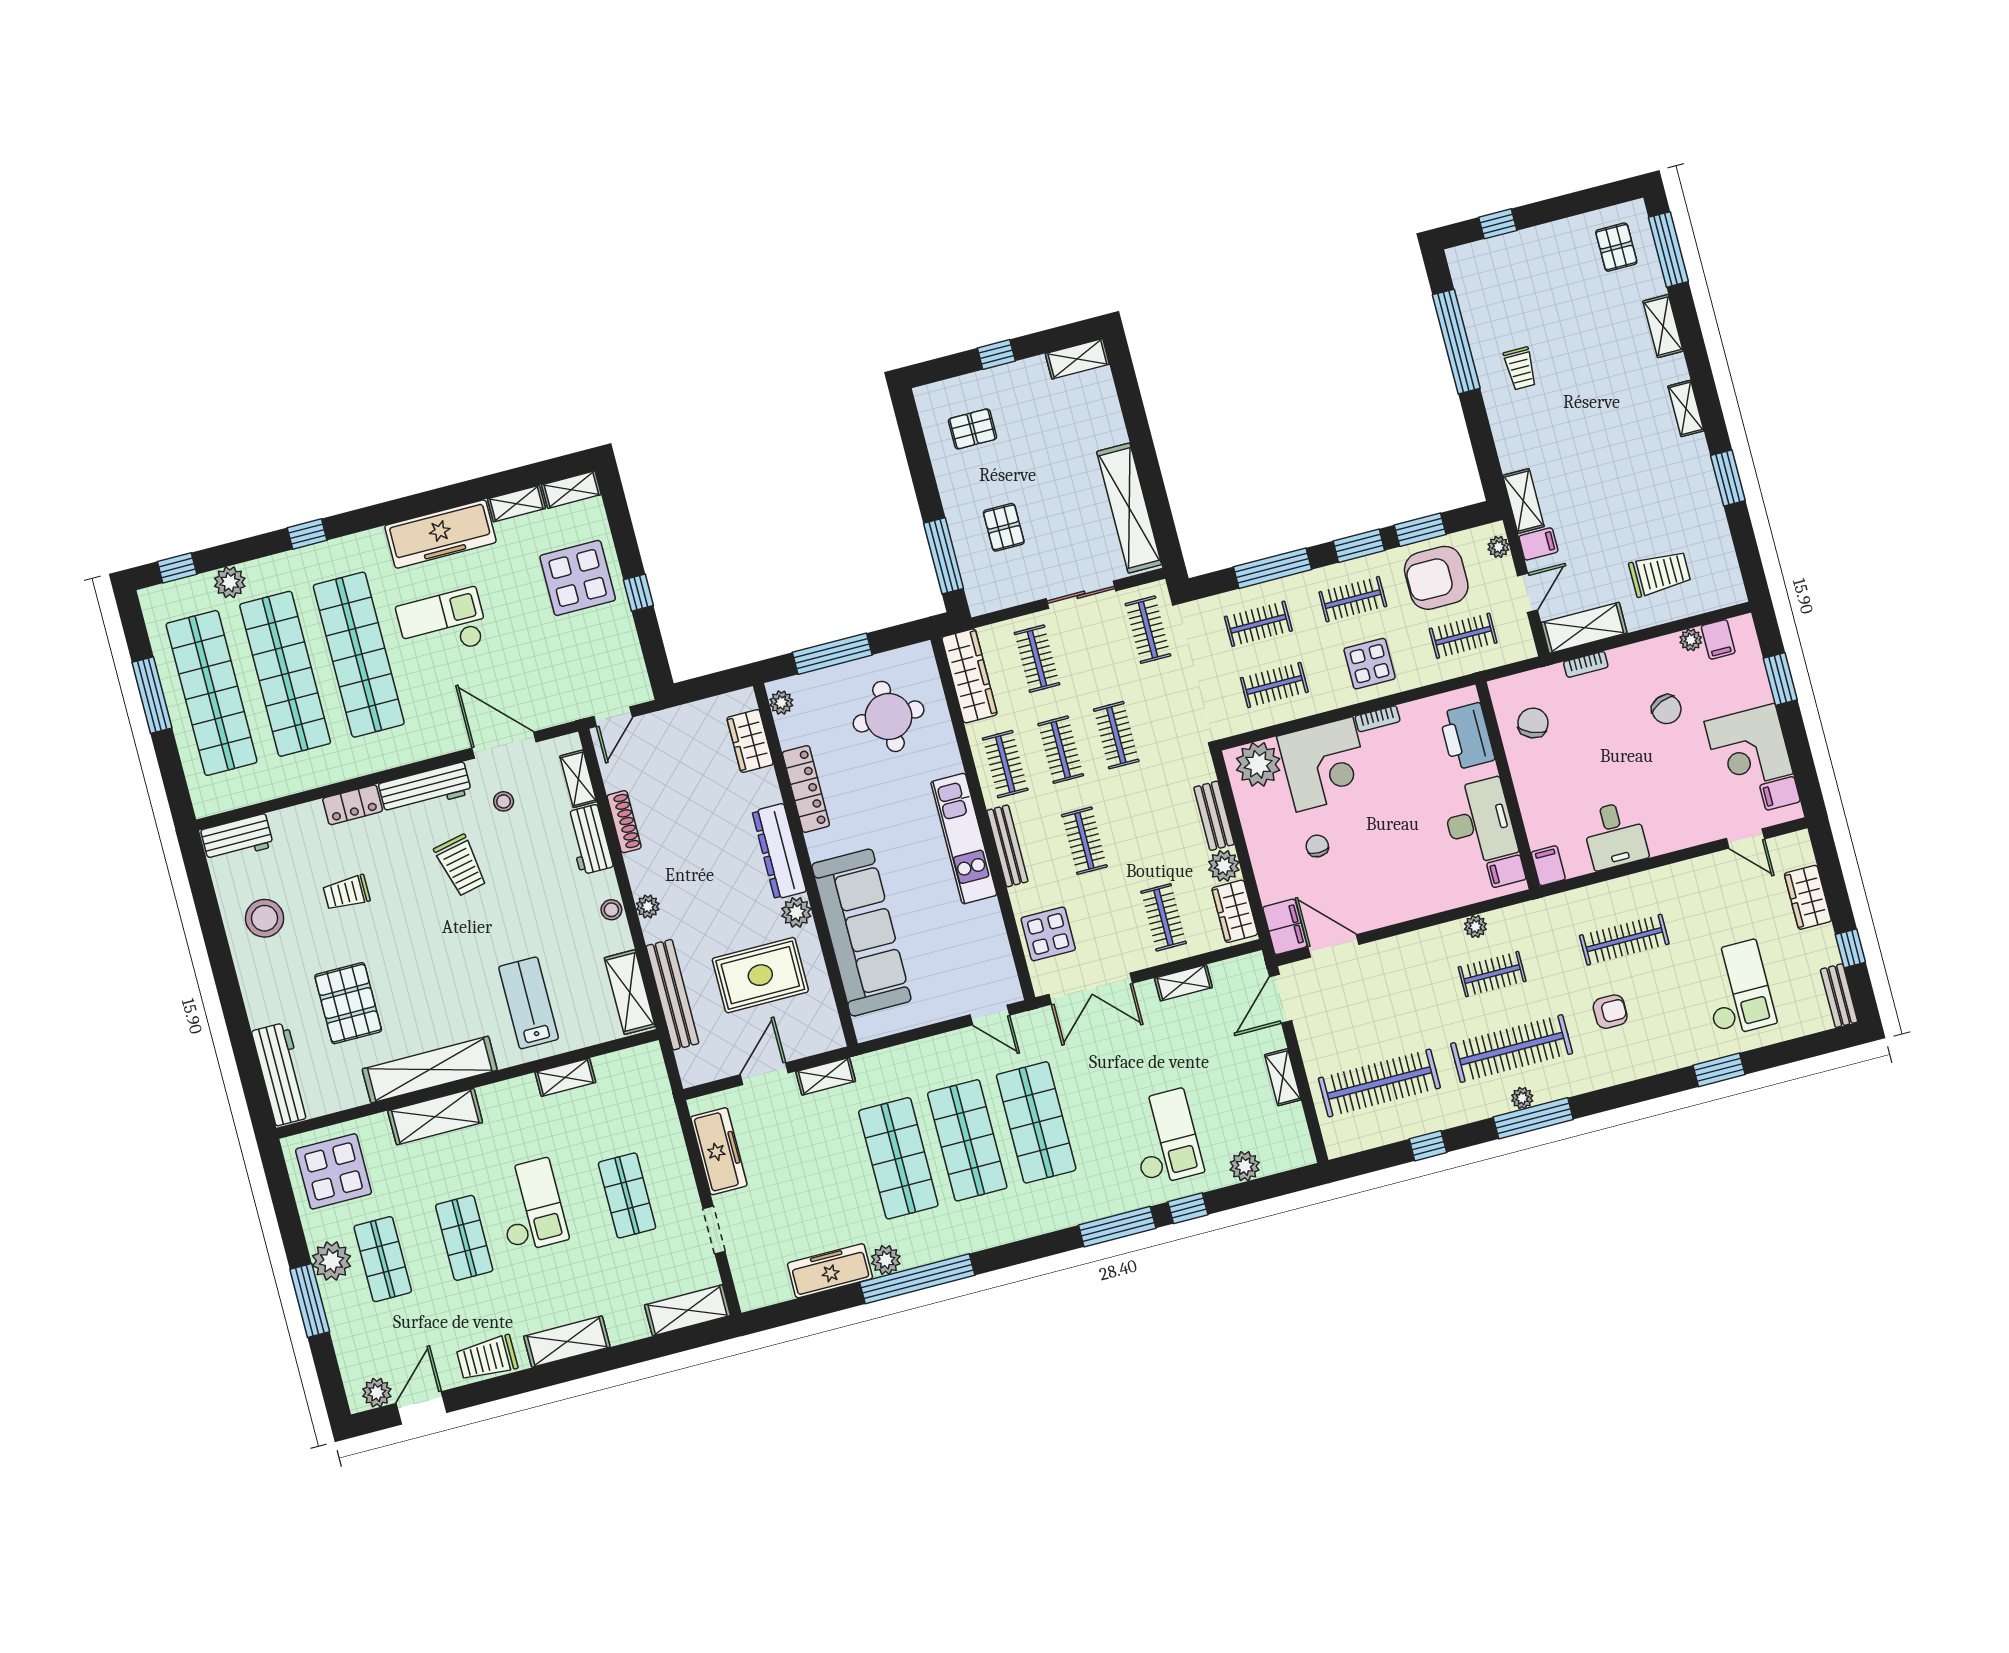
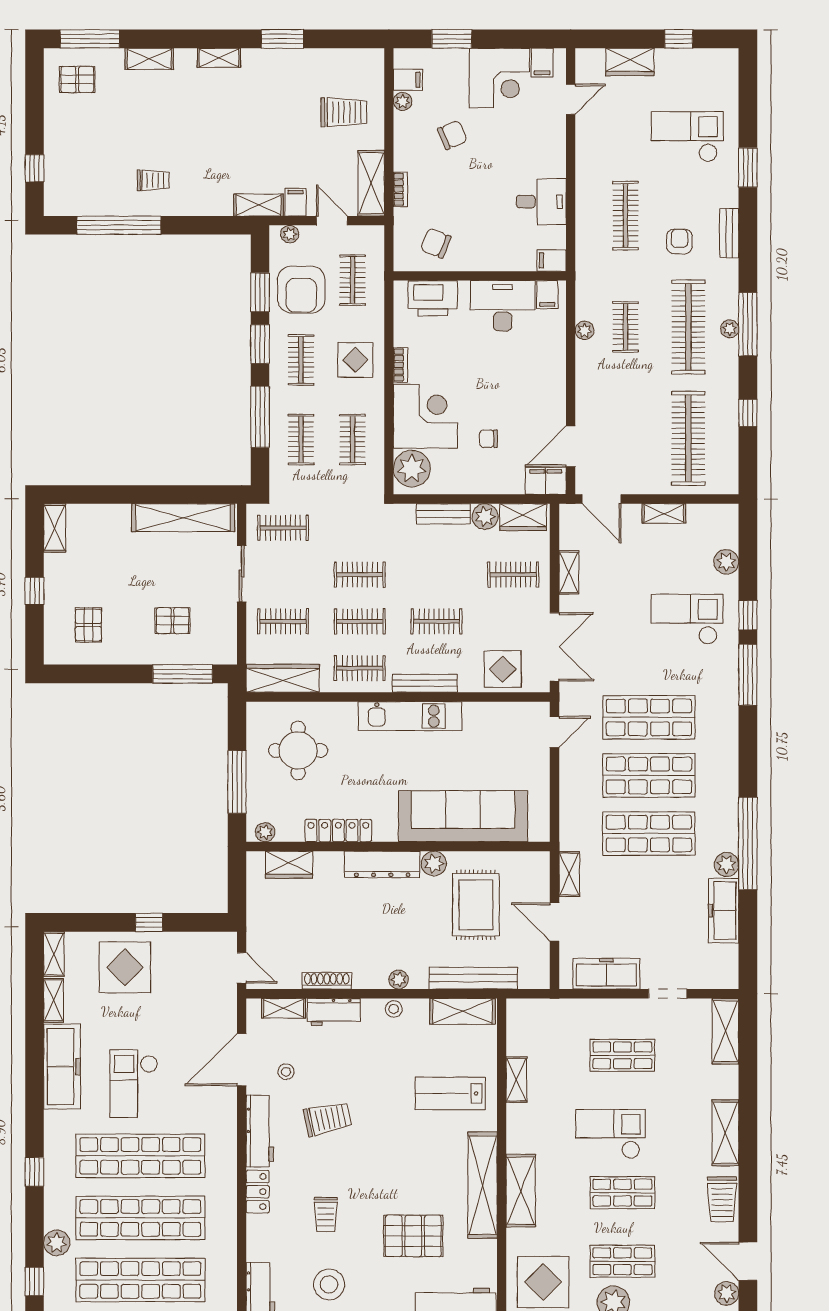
trolley: (1660, 573) -> (344, 112), turned 90
bench: (1839, 996) -> (729, 233), moved, turned 90

